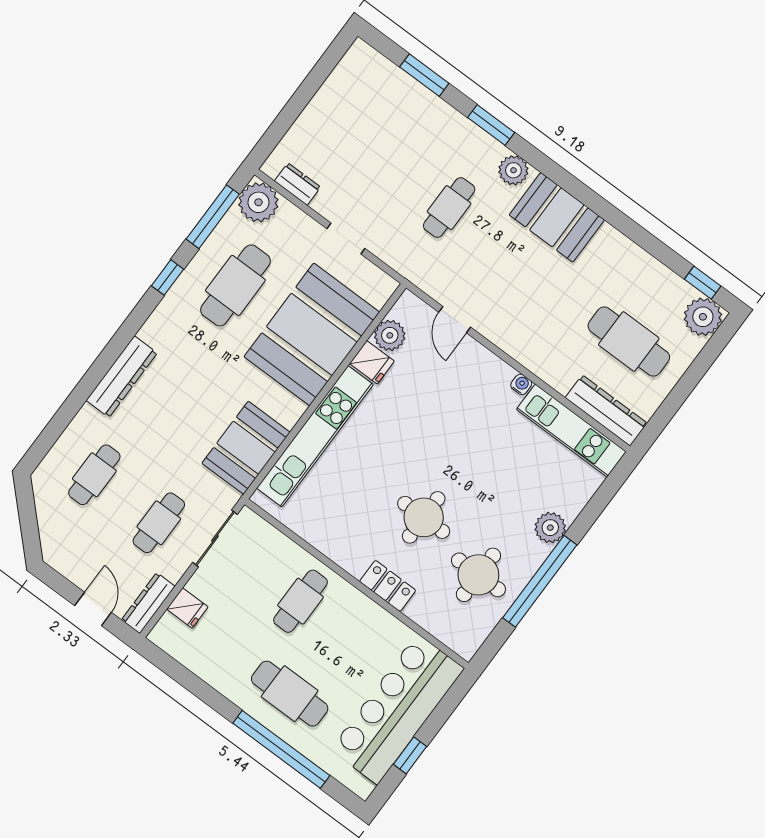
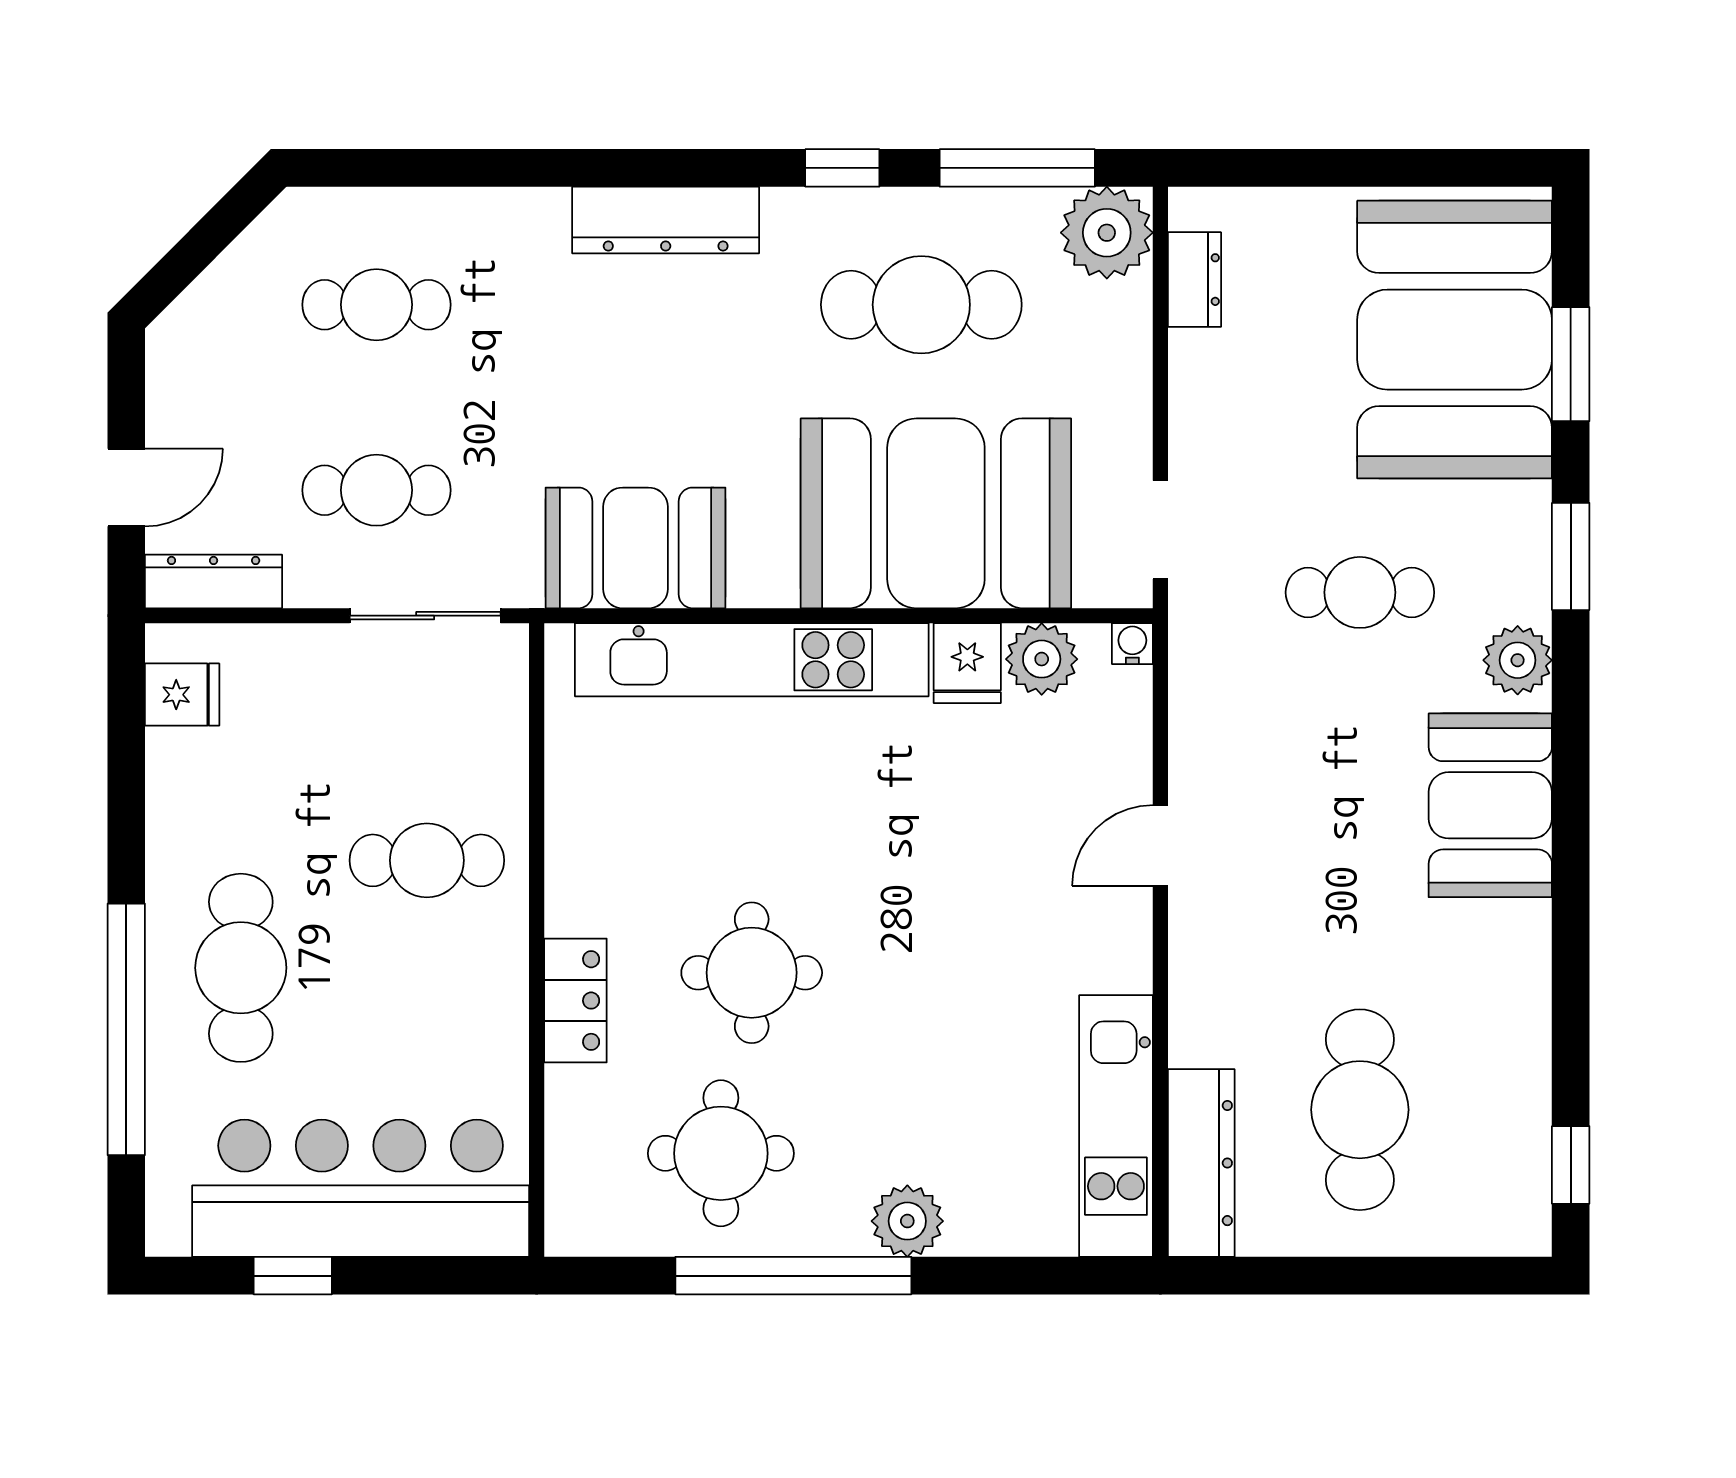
booth: (386, 109) -> (1455, 340), added
doorway: (346, 239) -> (1160, 530), moved
plant: (703, 317) -> (1508, 1213), removed
door: (455, 320) -> (1160, 845), moved
dresser: (122, 377) -> (666, 220), moved
water cooler: (521, 384) -> (1132, 644), moved, turned -90
fridge: (187, 608) -> (182, 695), moved, turned -90

